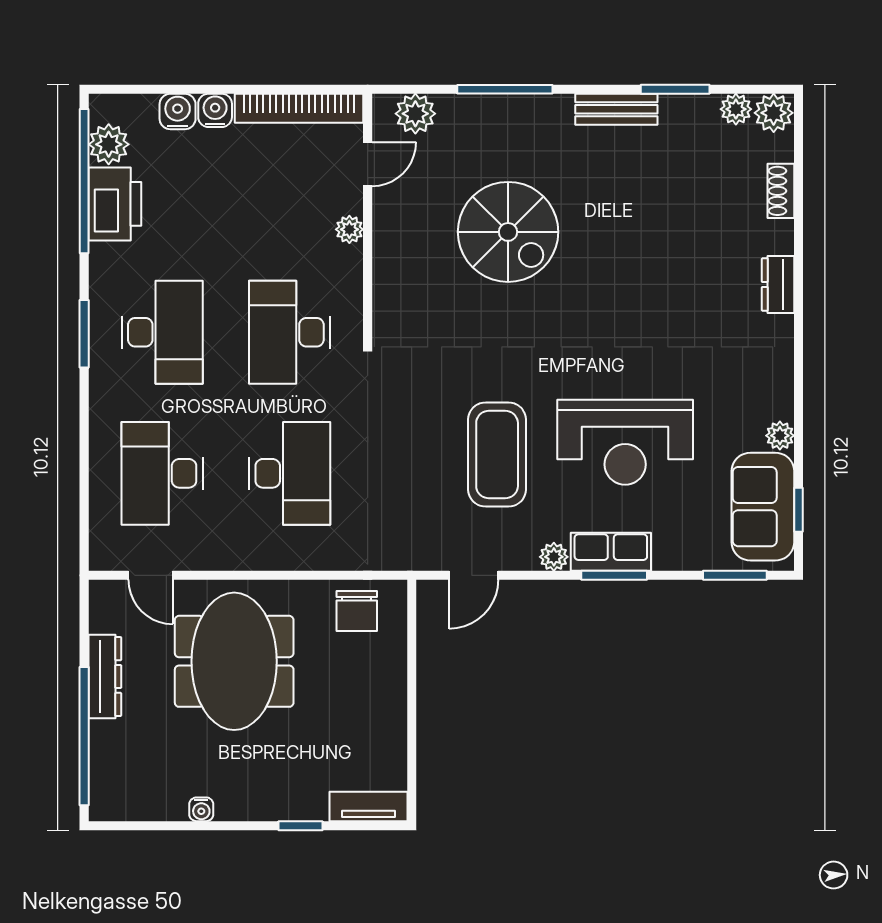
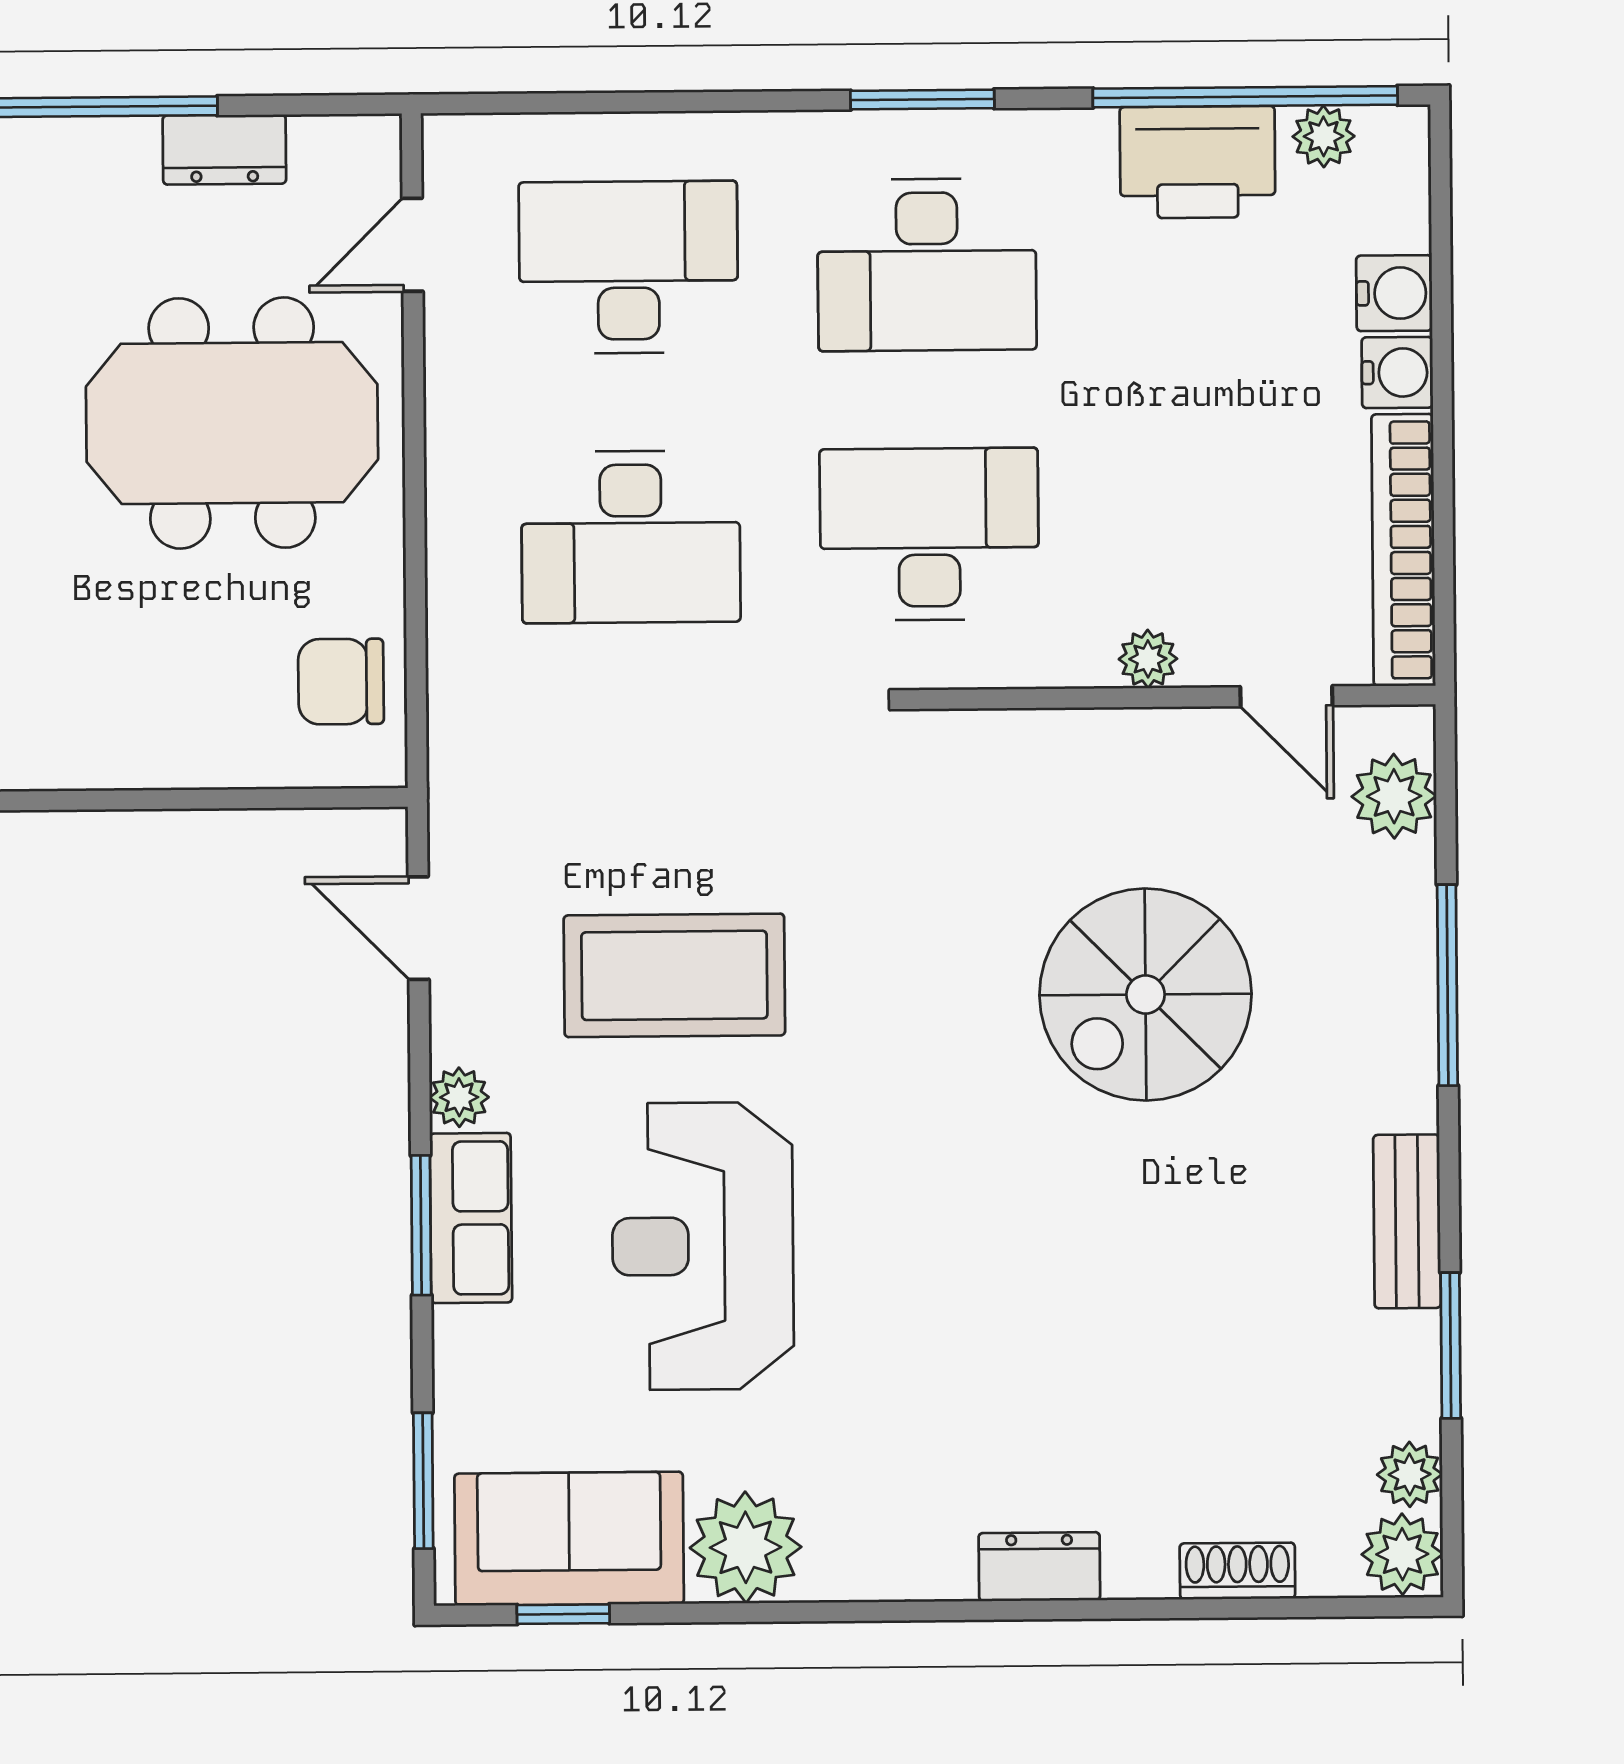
plant: (109, 144) -> (1324, 136), width x0.73, depth x0.73
plant: (780, 436) -> (746, 1547), width x1.87, depth x1.87
dresser: (105, 677) -> (224, 150), width x0.70

